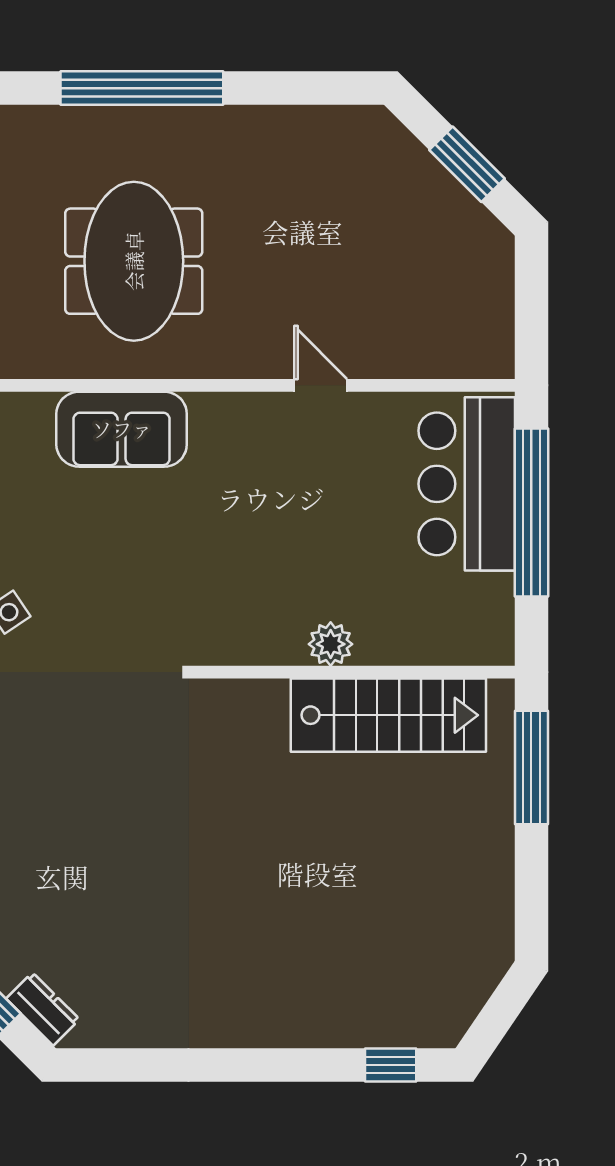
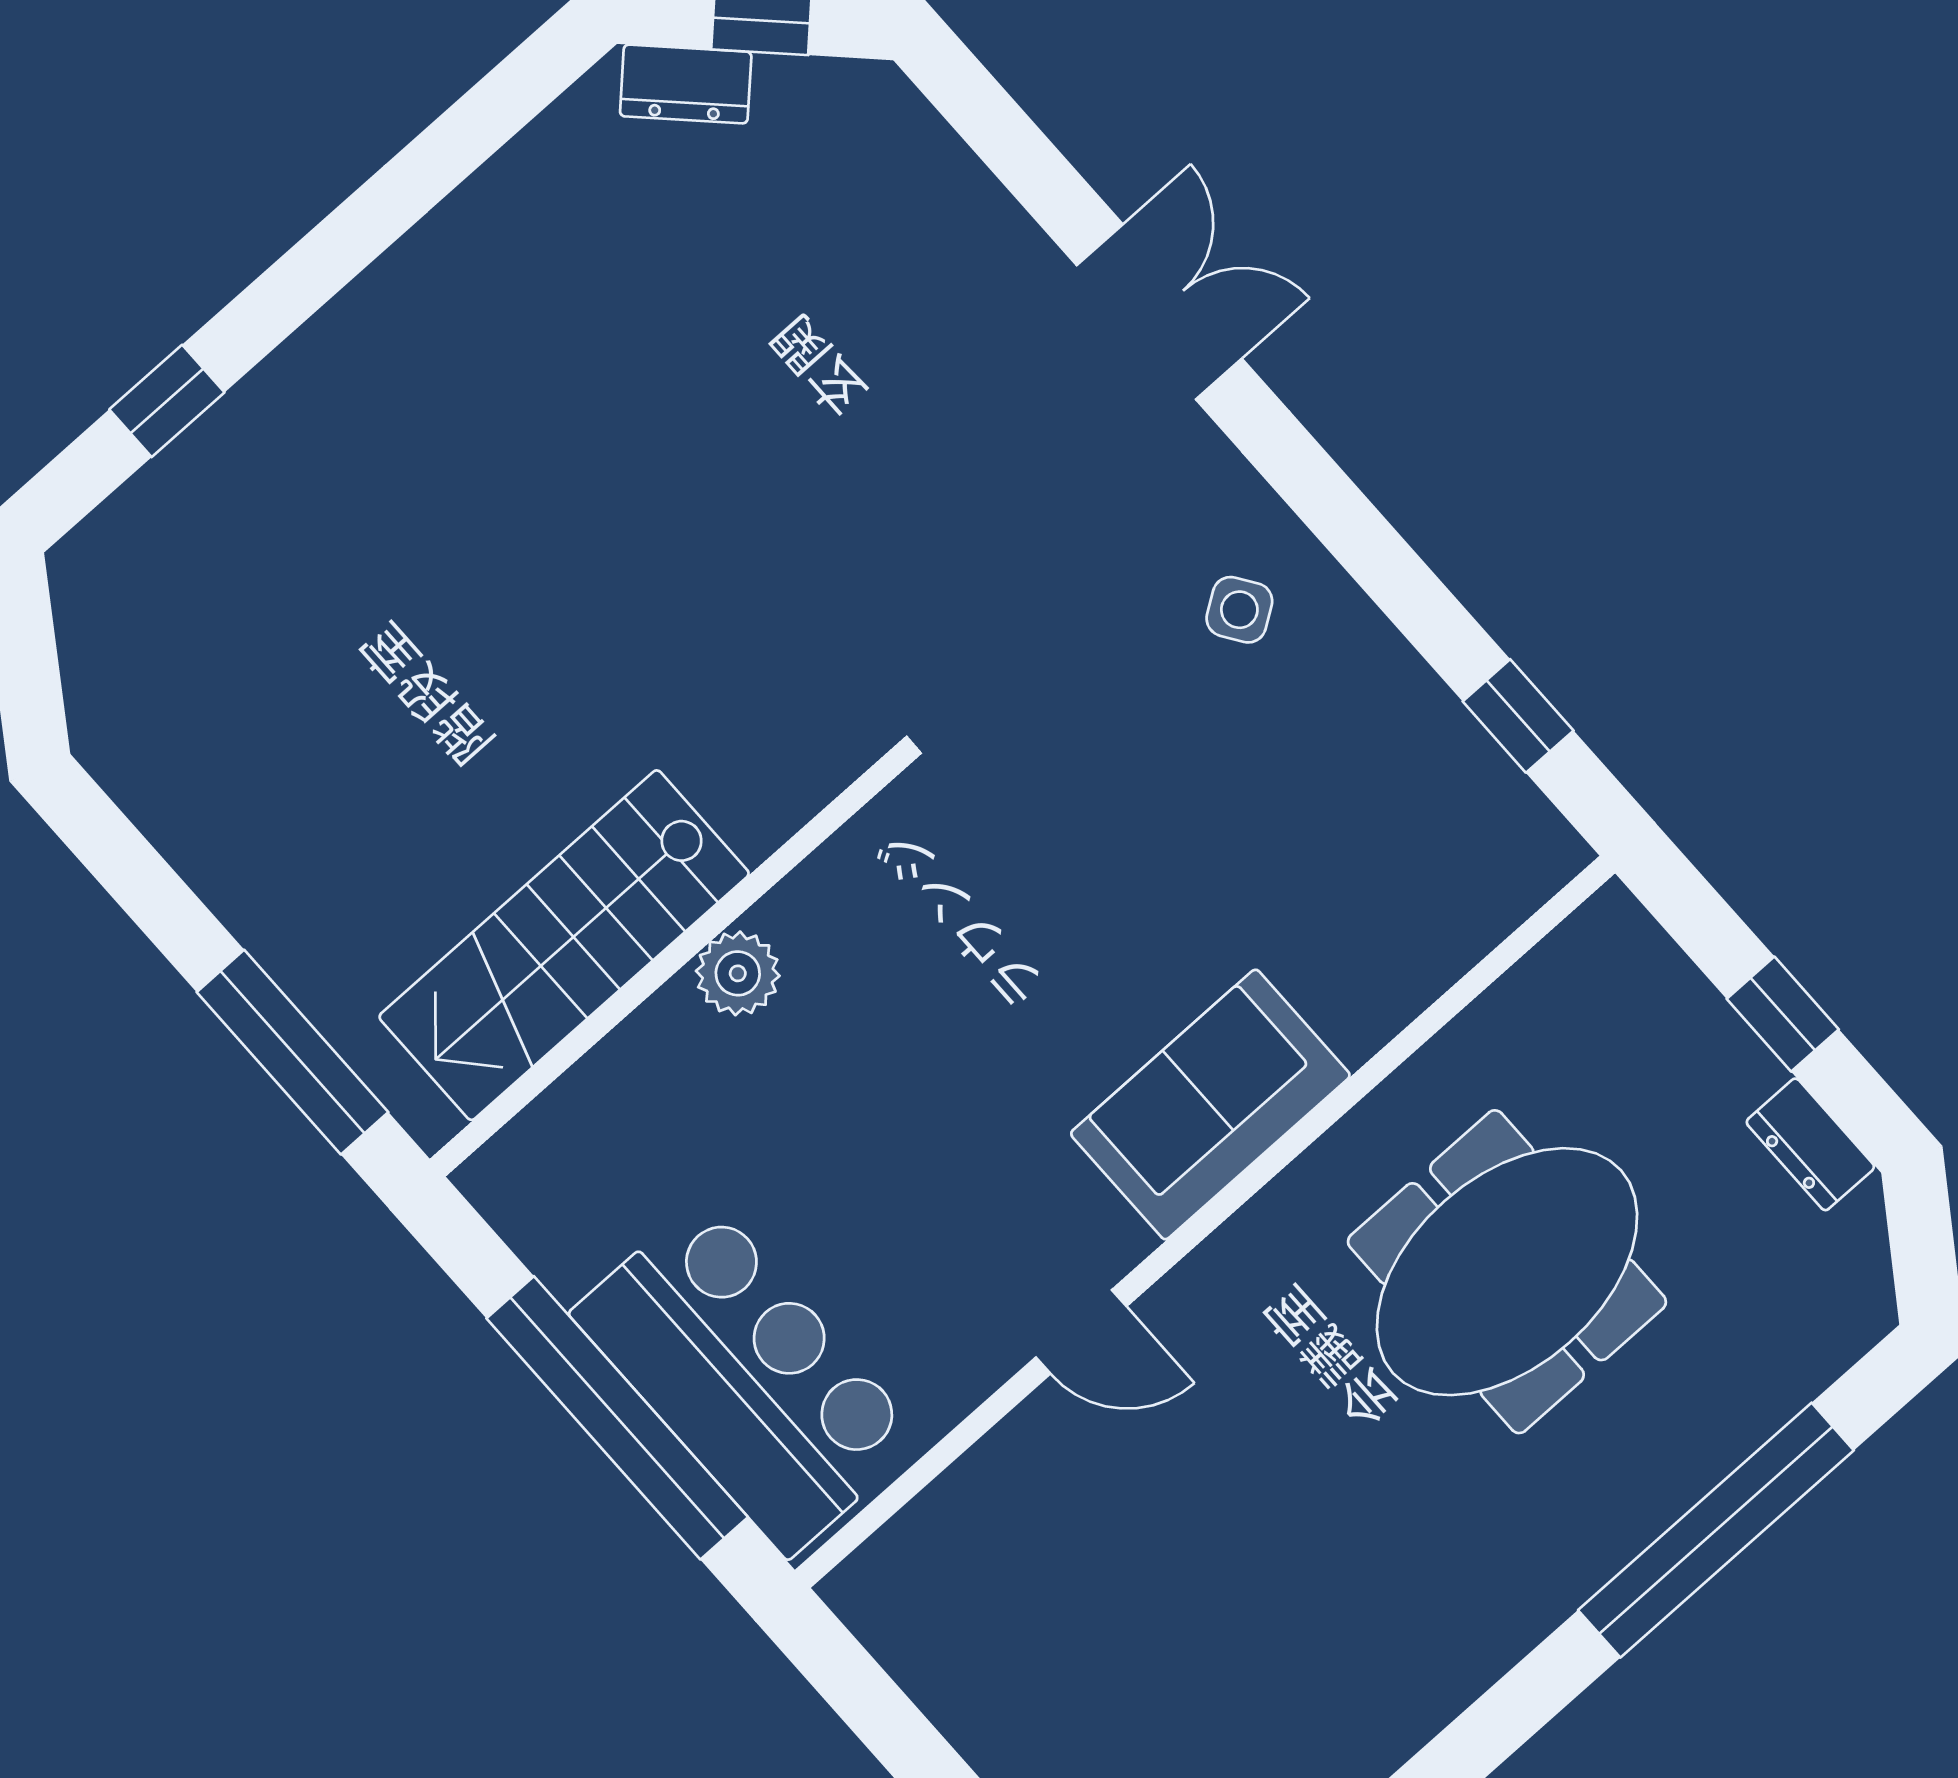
meeting table: (134, 261) -> (1507, 1272), turned 90
sofa: (122, 429) -> (1210, 1104), moved
window: (391, 1065) -> (167, 401), moved

